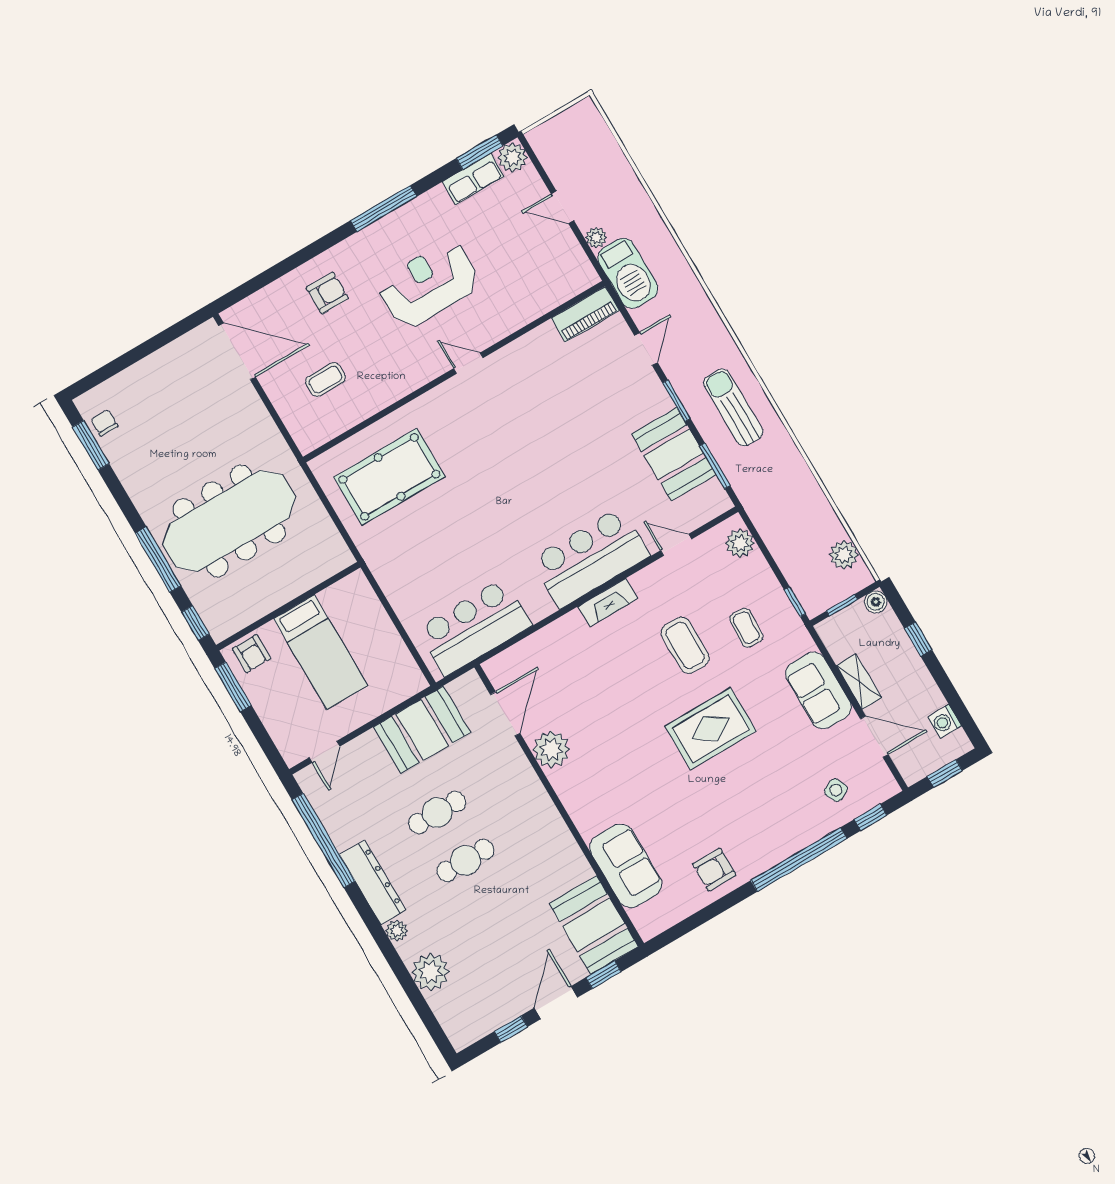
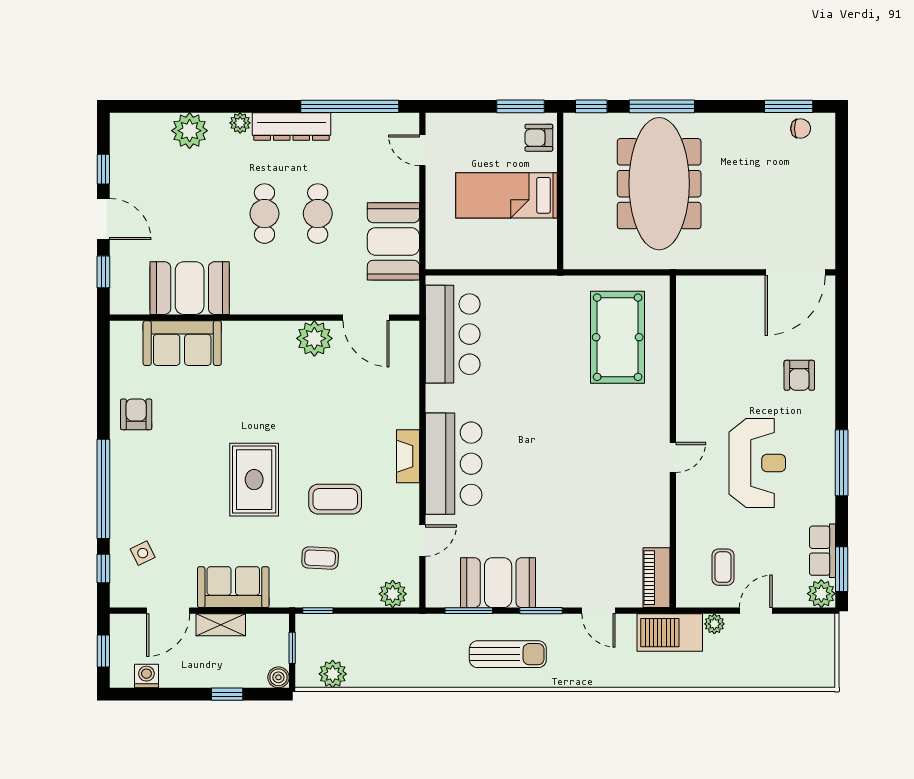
coffee table: (325, 380) -> (723, 567), moved
booth: (594, 925) -> (190, 288), moved

